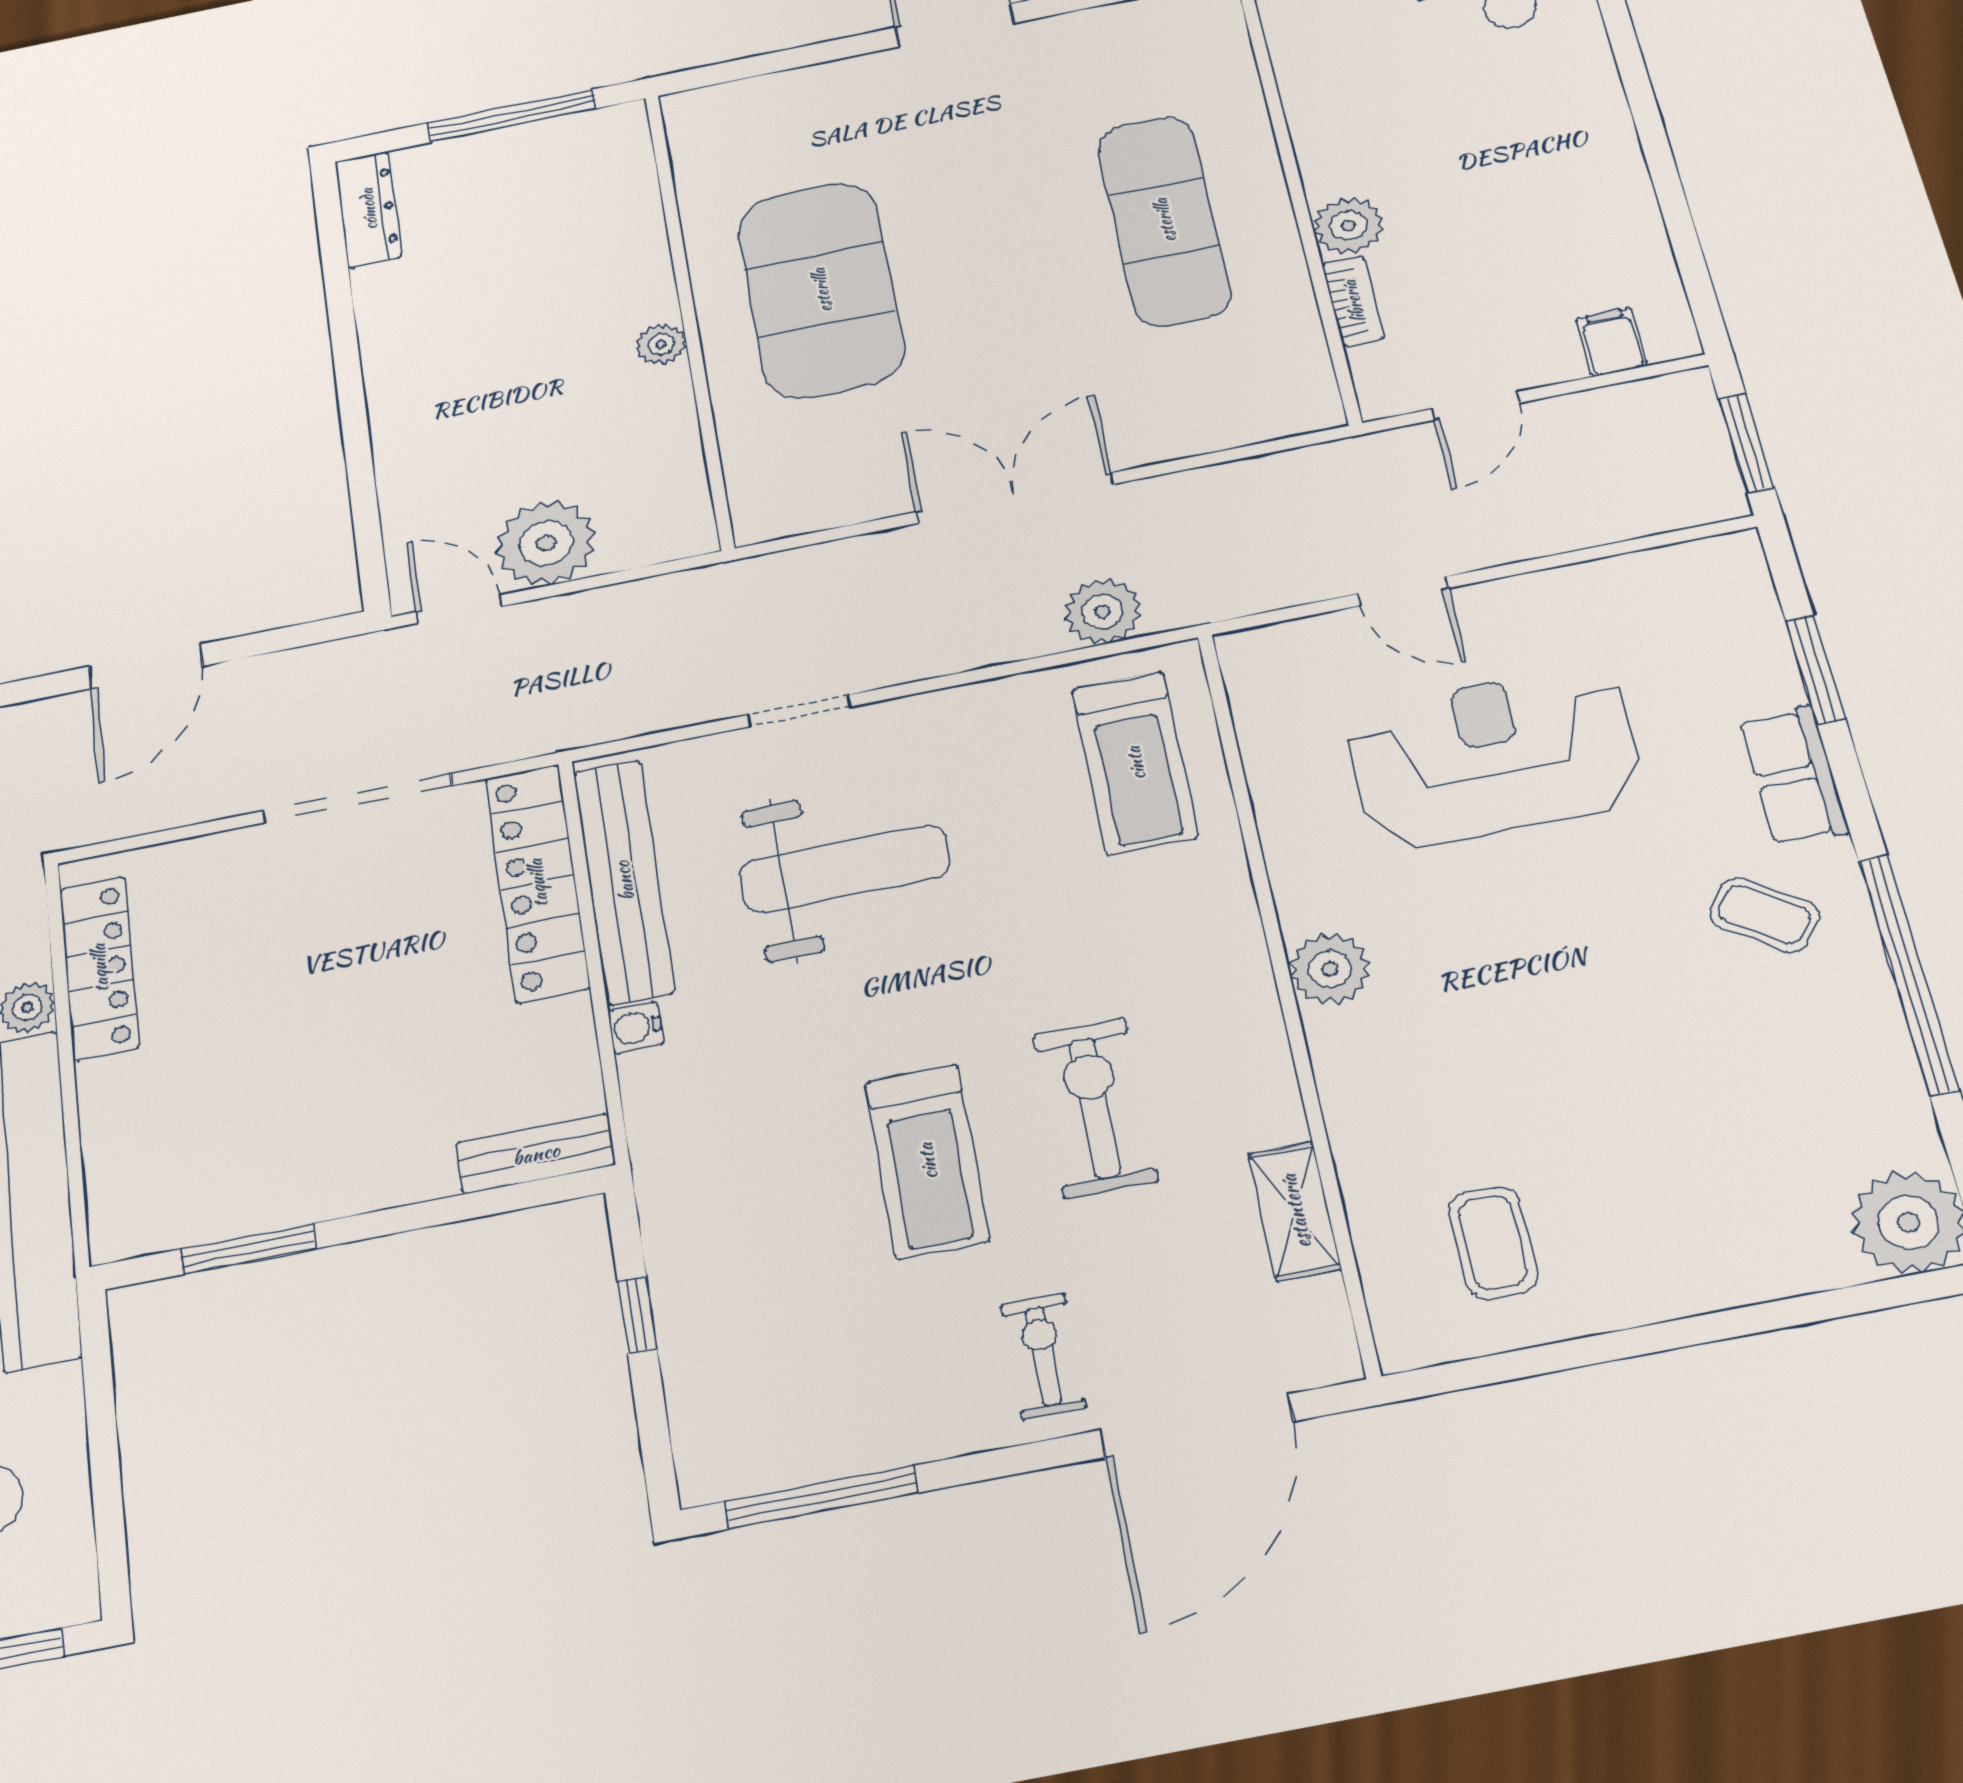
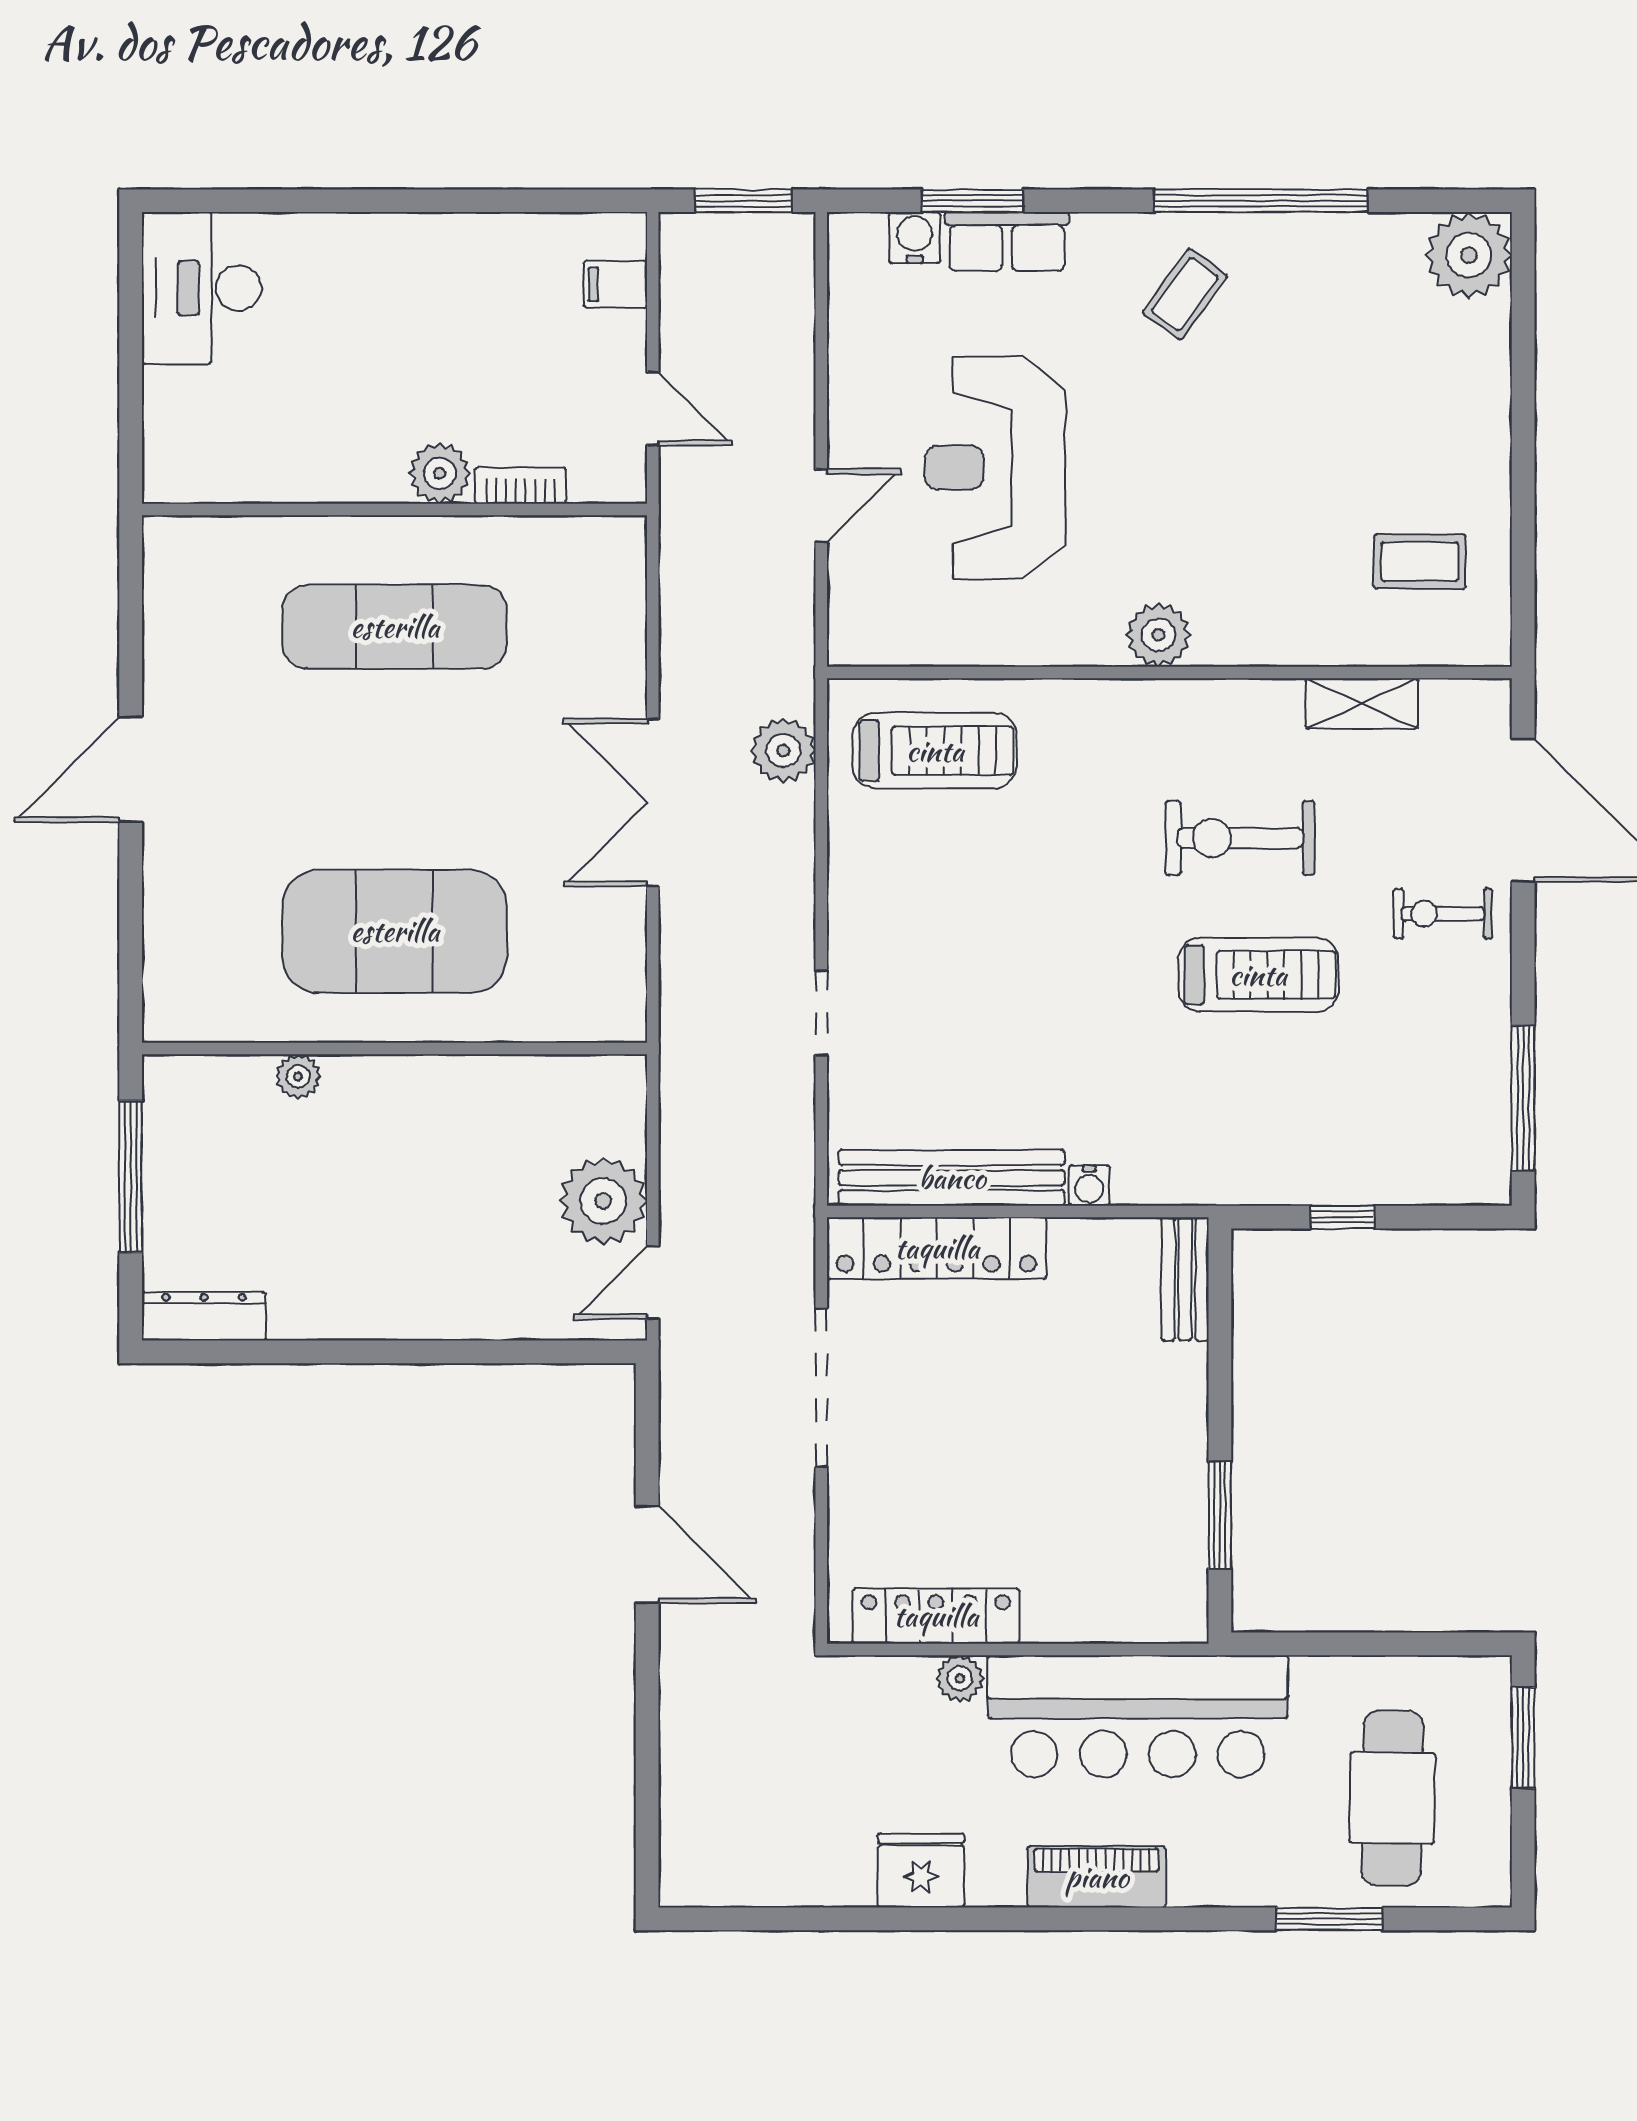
plant: (661, 344) -> (298, 1076), moved
water cooler: (1752, 620) -> (915, 238), added
row of seats: (1794, 776) -> (1007, 242), moved
weight bench: (845, 869) -> (981, 998), removed

